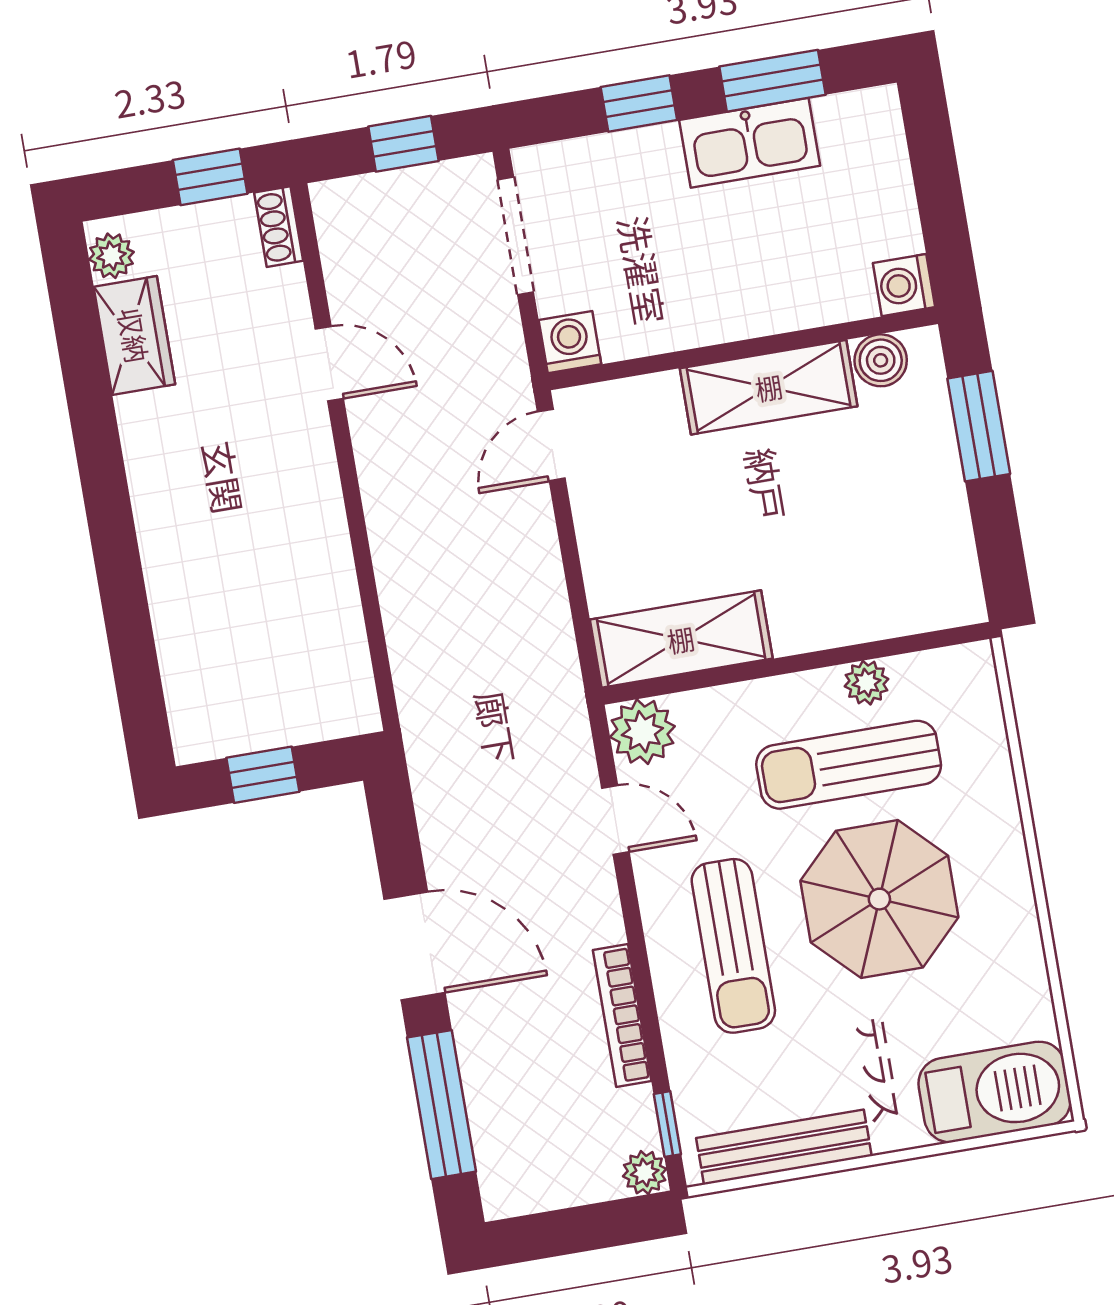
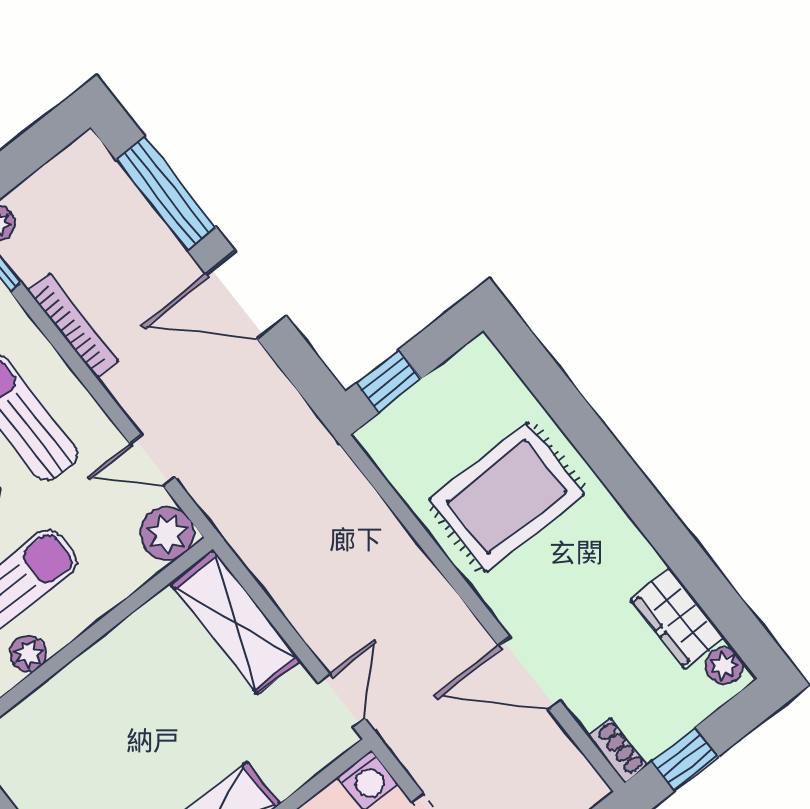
door: (329, 364) -> (529, 673), width x1.38
rug: (249, 570) -> (507, 497), added
shelving: (681, 639) -> (236, 623), moved, turned 90
window: (263, 775) -> (389, 381), moved

